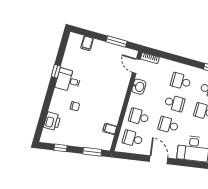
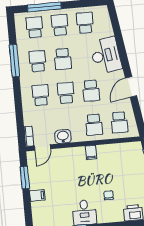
filing cabinet: (87, 43) -> (37, 195), moved
school desk: (181, 81) -> (41, 95), turned 180
filing cabinet: (110, 129) -> (91, 152), moved

